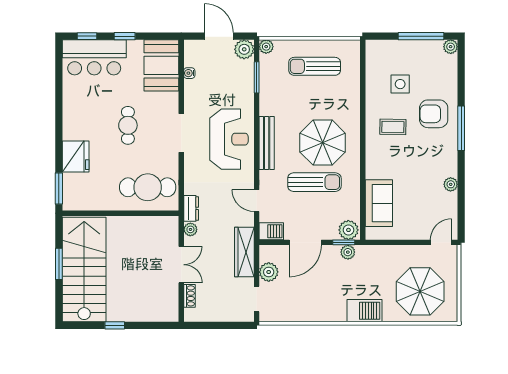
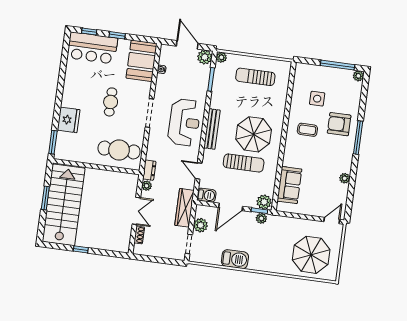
barbecue: (364, 311) -> (235, 259), moved

